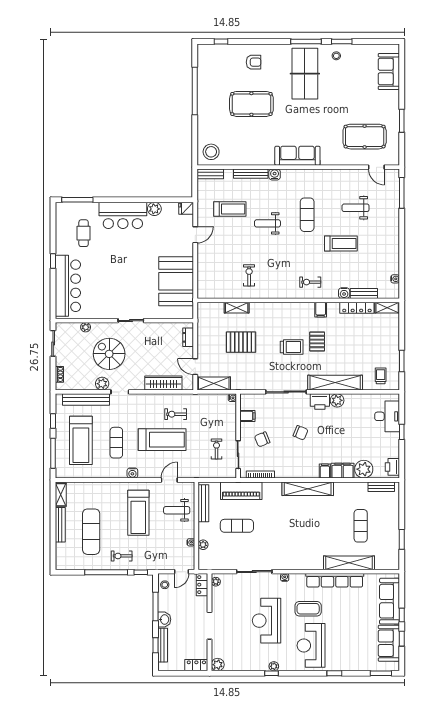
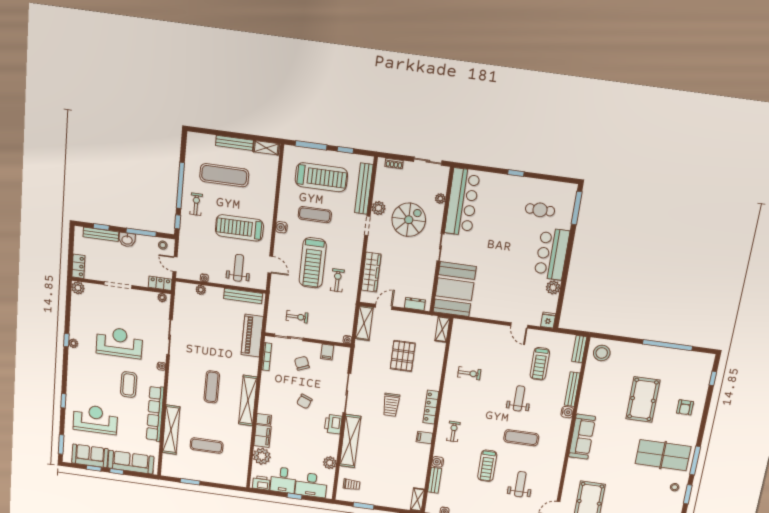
booth: (176, 281) -> (455, 289), moved, turned 90
bar counter: (68, 286) -> (462, 202), moved, turned -90
shelving: (237, 308) -> (442, 329), moved
locker: (357, 308) -> (431, 407), moved
pallet: (317, 342) -> (393, 430), removed
plant: (337, 400) -> (330, 463), moved
treadmill: (81, 440) -> (321, 177), turned 180
desk: (386, 445) -> (283, 480), added
bench: (381, 487) -> (243, 470), removed
exercise mat: (237, 526) -> (212, 387), moved
reception desk: (311, 645) -> (95, 419), moved

